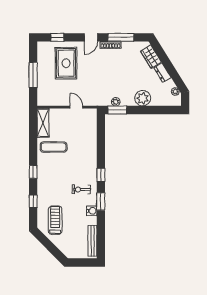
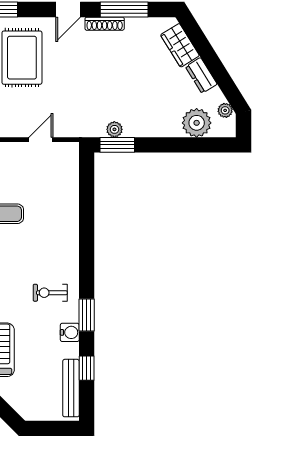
plant: (143, 98) -> (197, 123), moved
door: (76, 107) -> (41, 140), hinge flipped
window: (101, 175) -> (87, 368), moved

